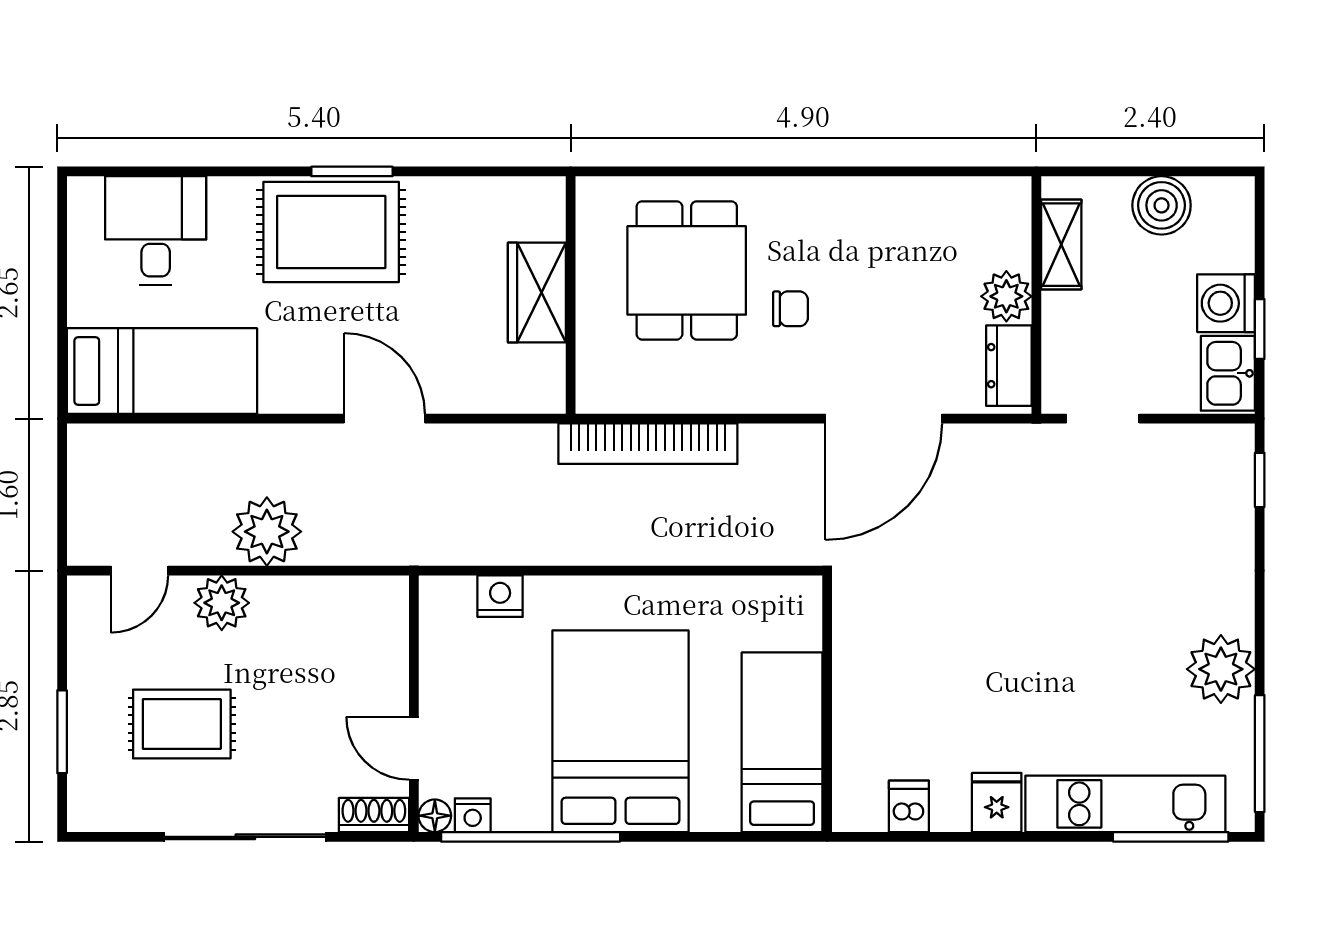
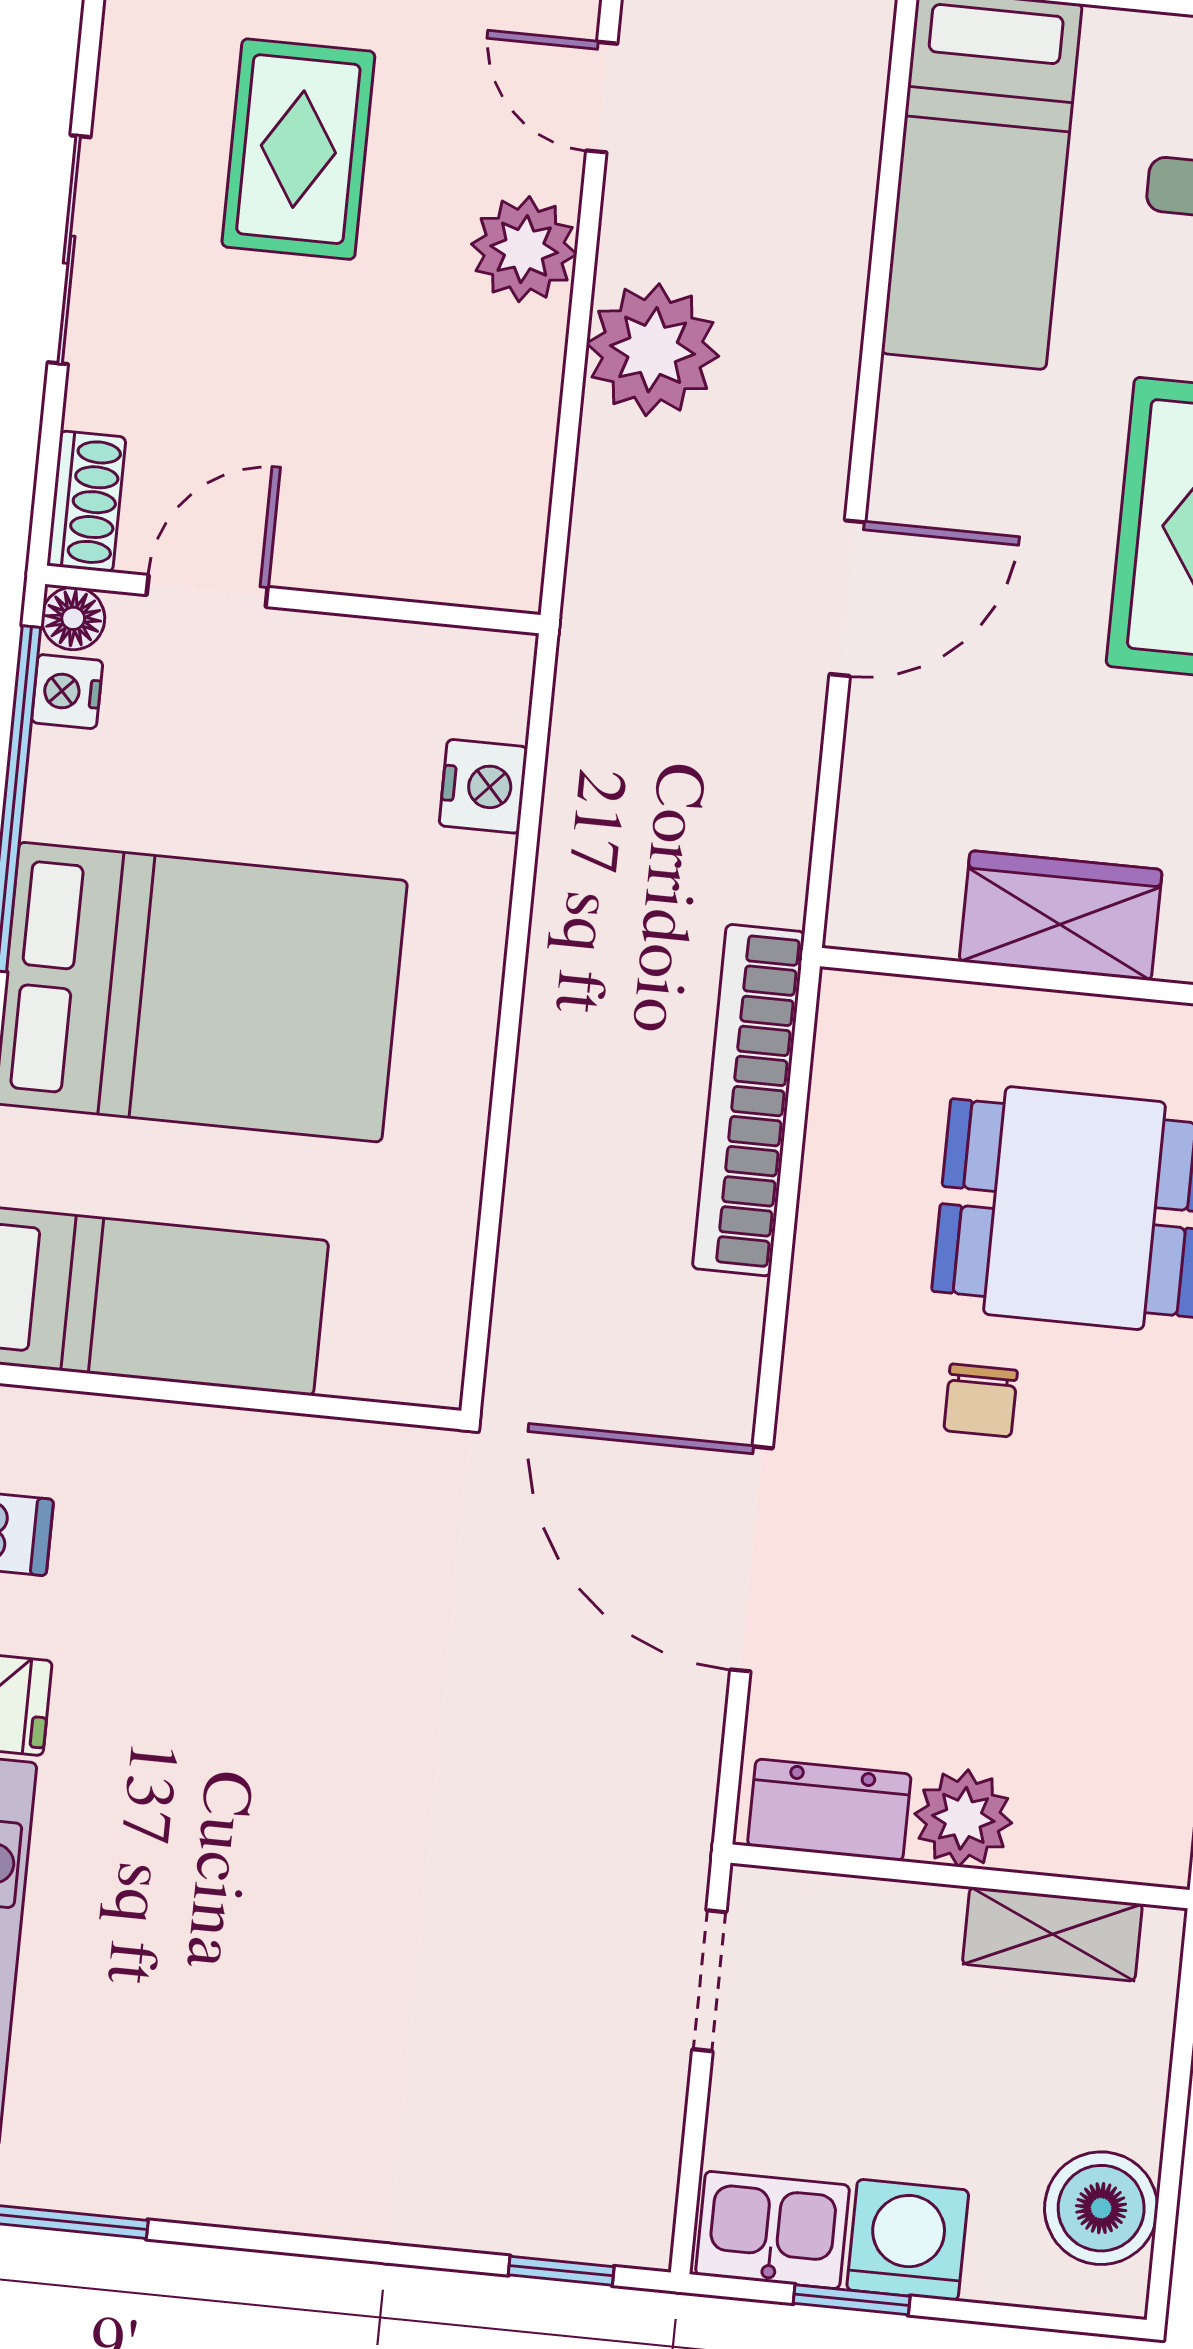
boiler: (1162, 205) -> (1101, 2208), moved
plant: (1221, 669) -> (205, 2160), removed
sliding door: (245, 837) -> (69, 250), width x0.73

